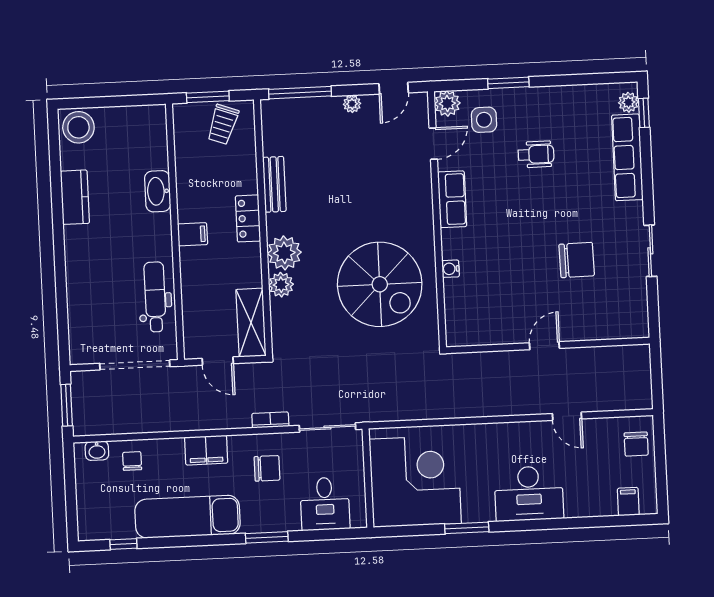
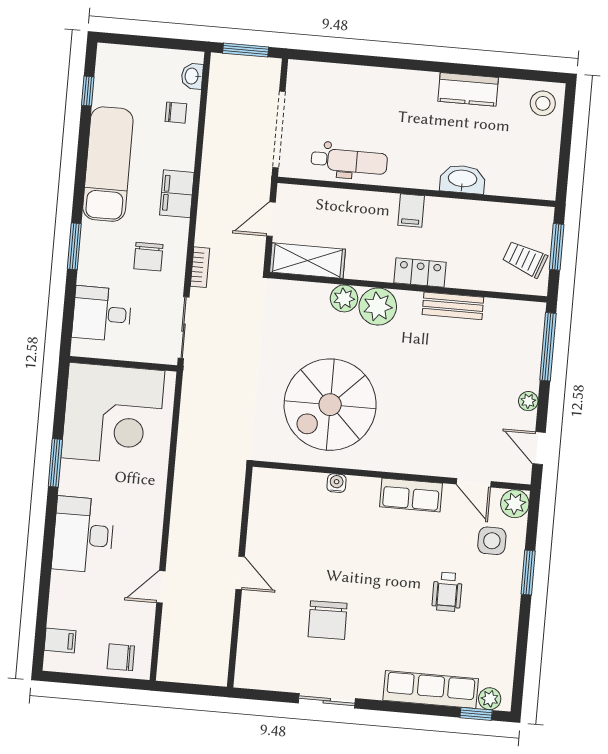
stool: (78, 127) -> (543, 103), width x0.73, depth x0.73

